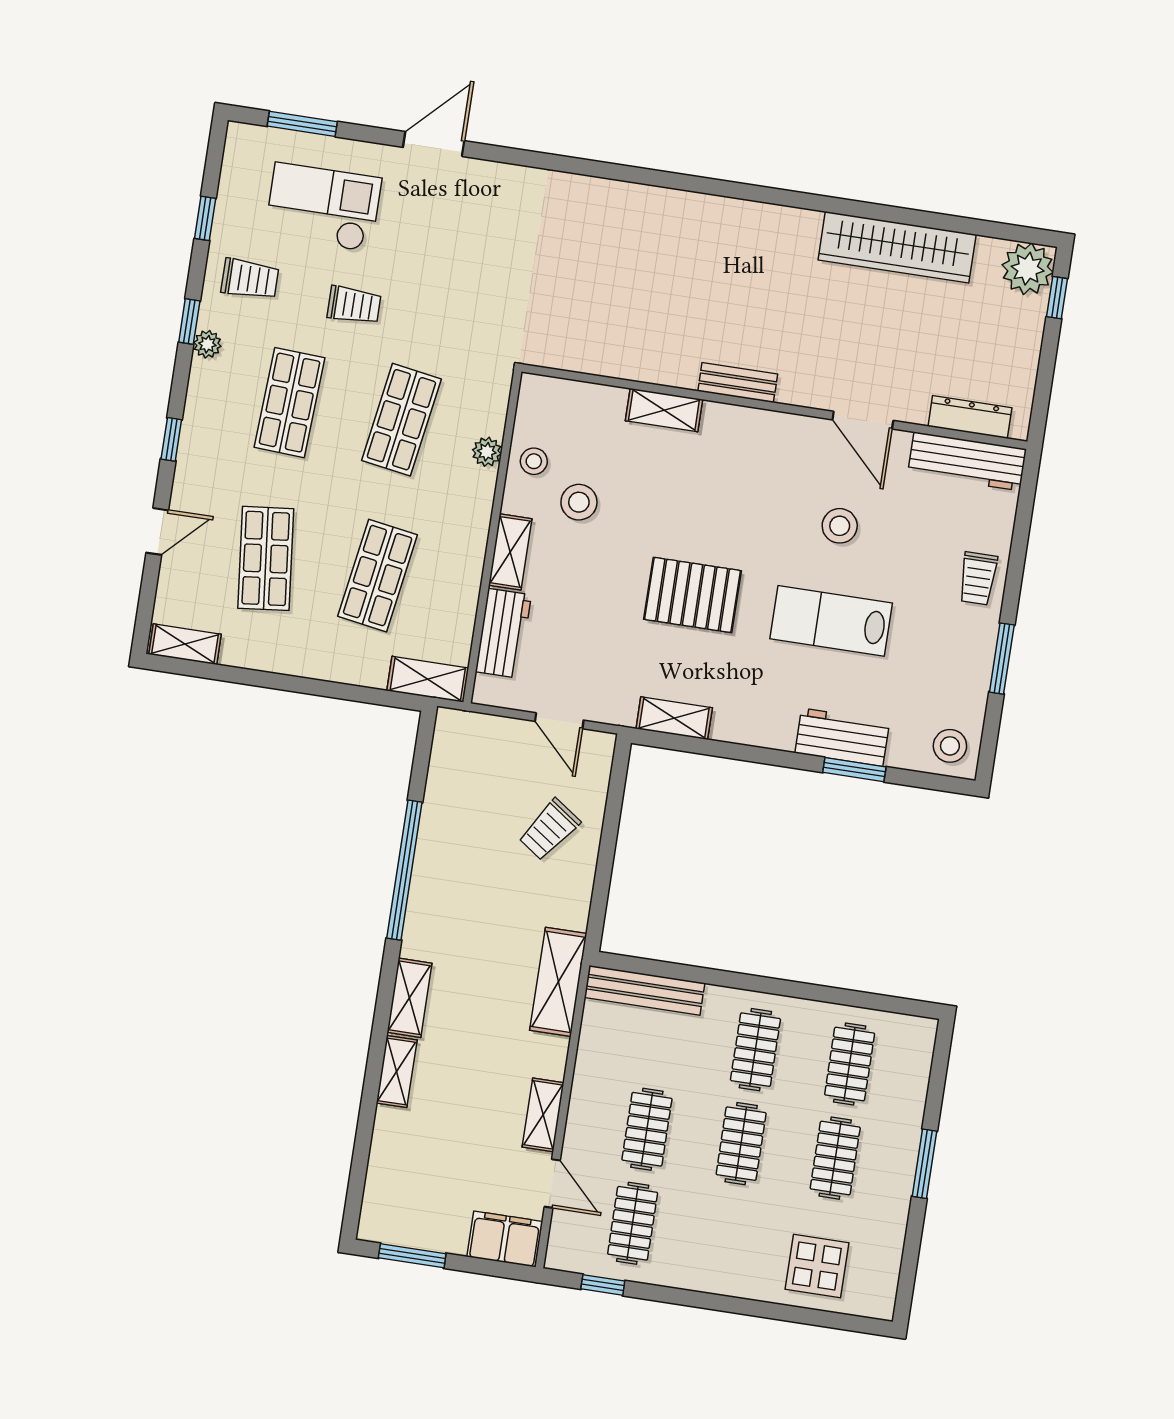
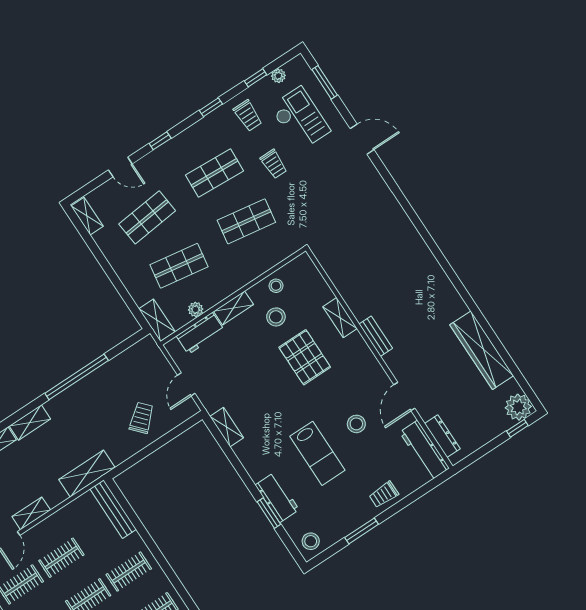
plant: (207, 344) -> (278, 76), moved
plant: (487, 452) -> (196, 309), moved
pallet: (692, 595) -> (305, 357), moved
lab bench: (831, 621) -> (317, 453), turned 180
trolley: (549, 830) -> (142, 418), turned 103

